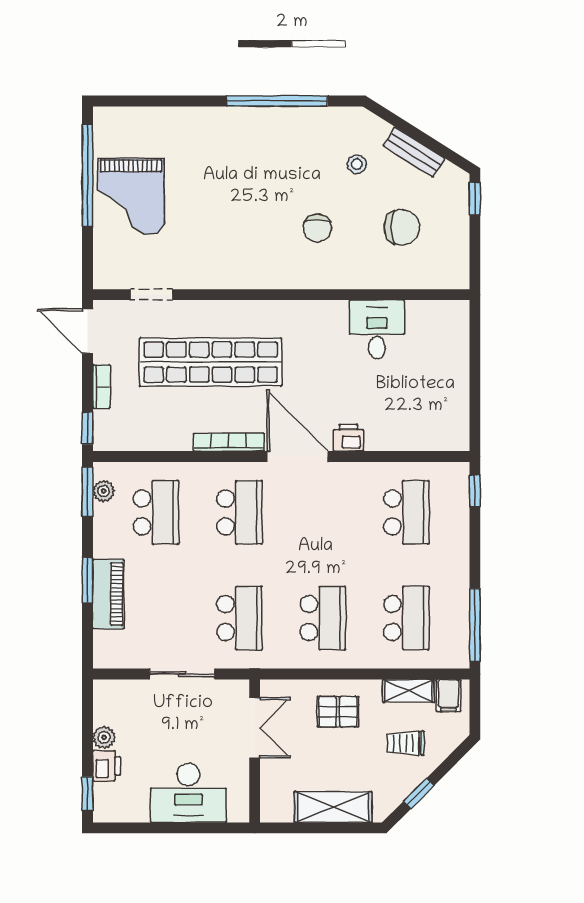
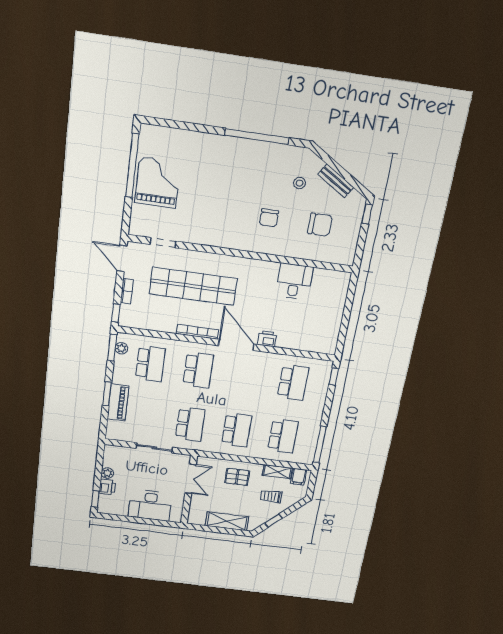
grand piano: (131, 196) -> (158, 182), turned 180

